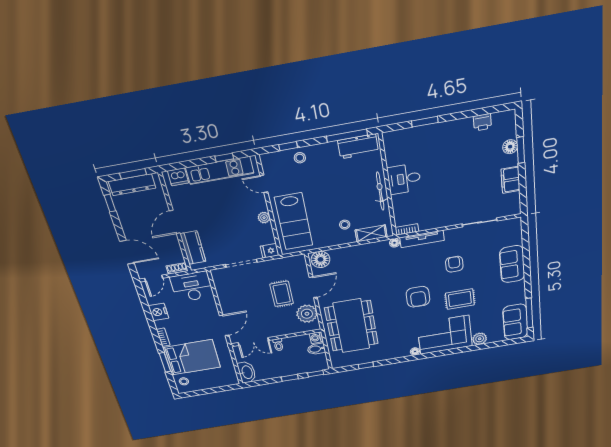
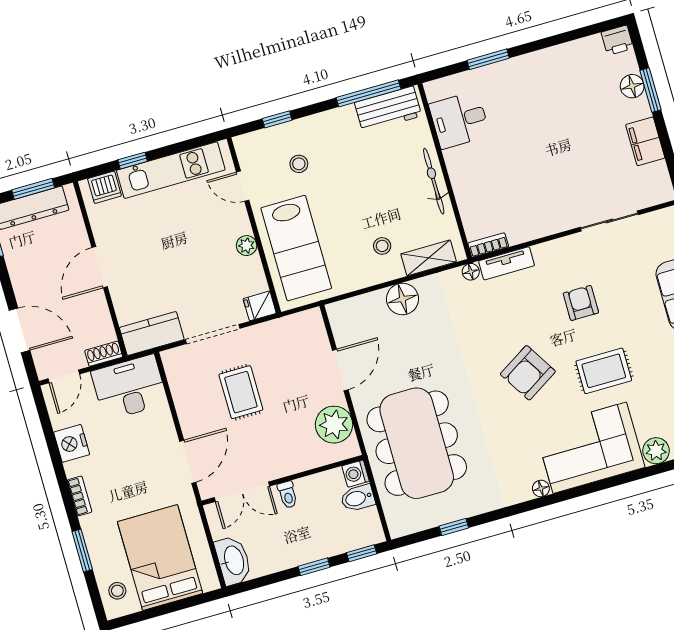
printer: (482, 122) -> (617, 40), moved
window: (224, 158) -> (133, 161), moved
stool: (300, 158) -> (299, 164), moved
desk: (404, 179) -> (459, 120), moved
tv unit: (422, 239) -> (507, 263), width x0.71
kitchen counter: (193, 248) -> (152, 333), moved, turned -90
floor lamp: (320, 259) -> (402, 299), moved
rug: (282, 294) -> (241, 392), moved
armchair: (418, 297) -> (528, 373), turned 58
bed: (192, 357) -> (160, 558), moved, turned -90

